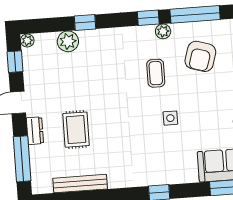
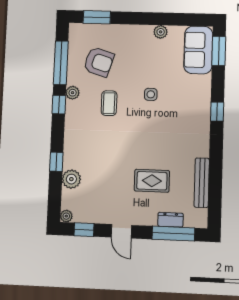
coffee table: (156, 73) -> (109, 103), turned 90
dresser: (35, 131) -> (171, 220), moved

